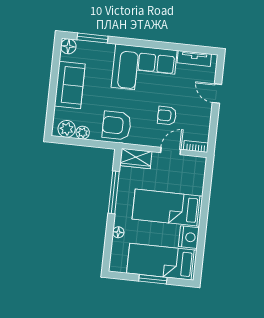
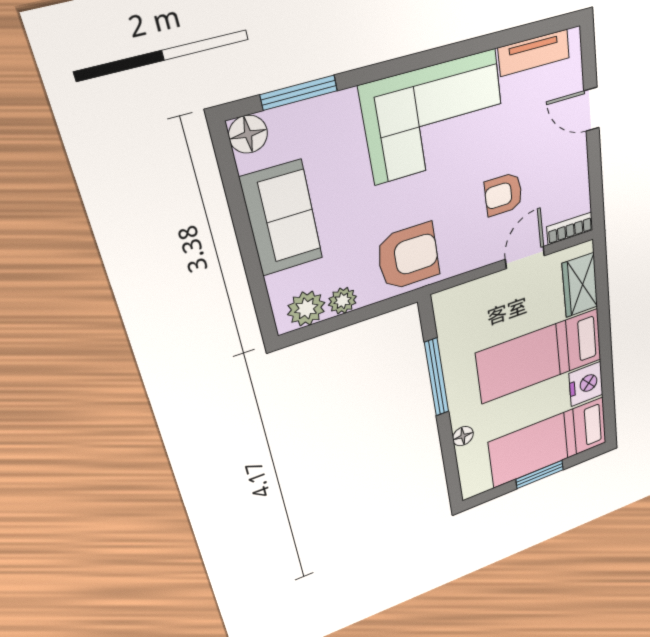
armchair: (117, 125) -> (408, 257), turned 180
wardrobe: (136, 159) -> (580, 285), moved, turned 90

